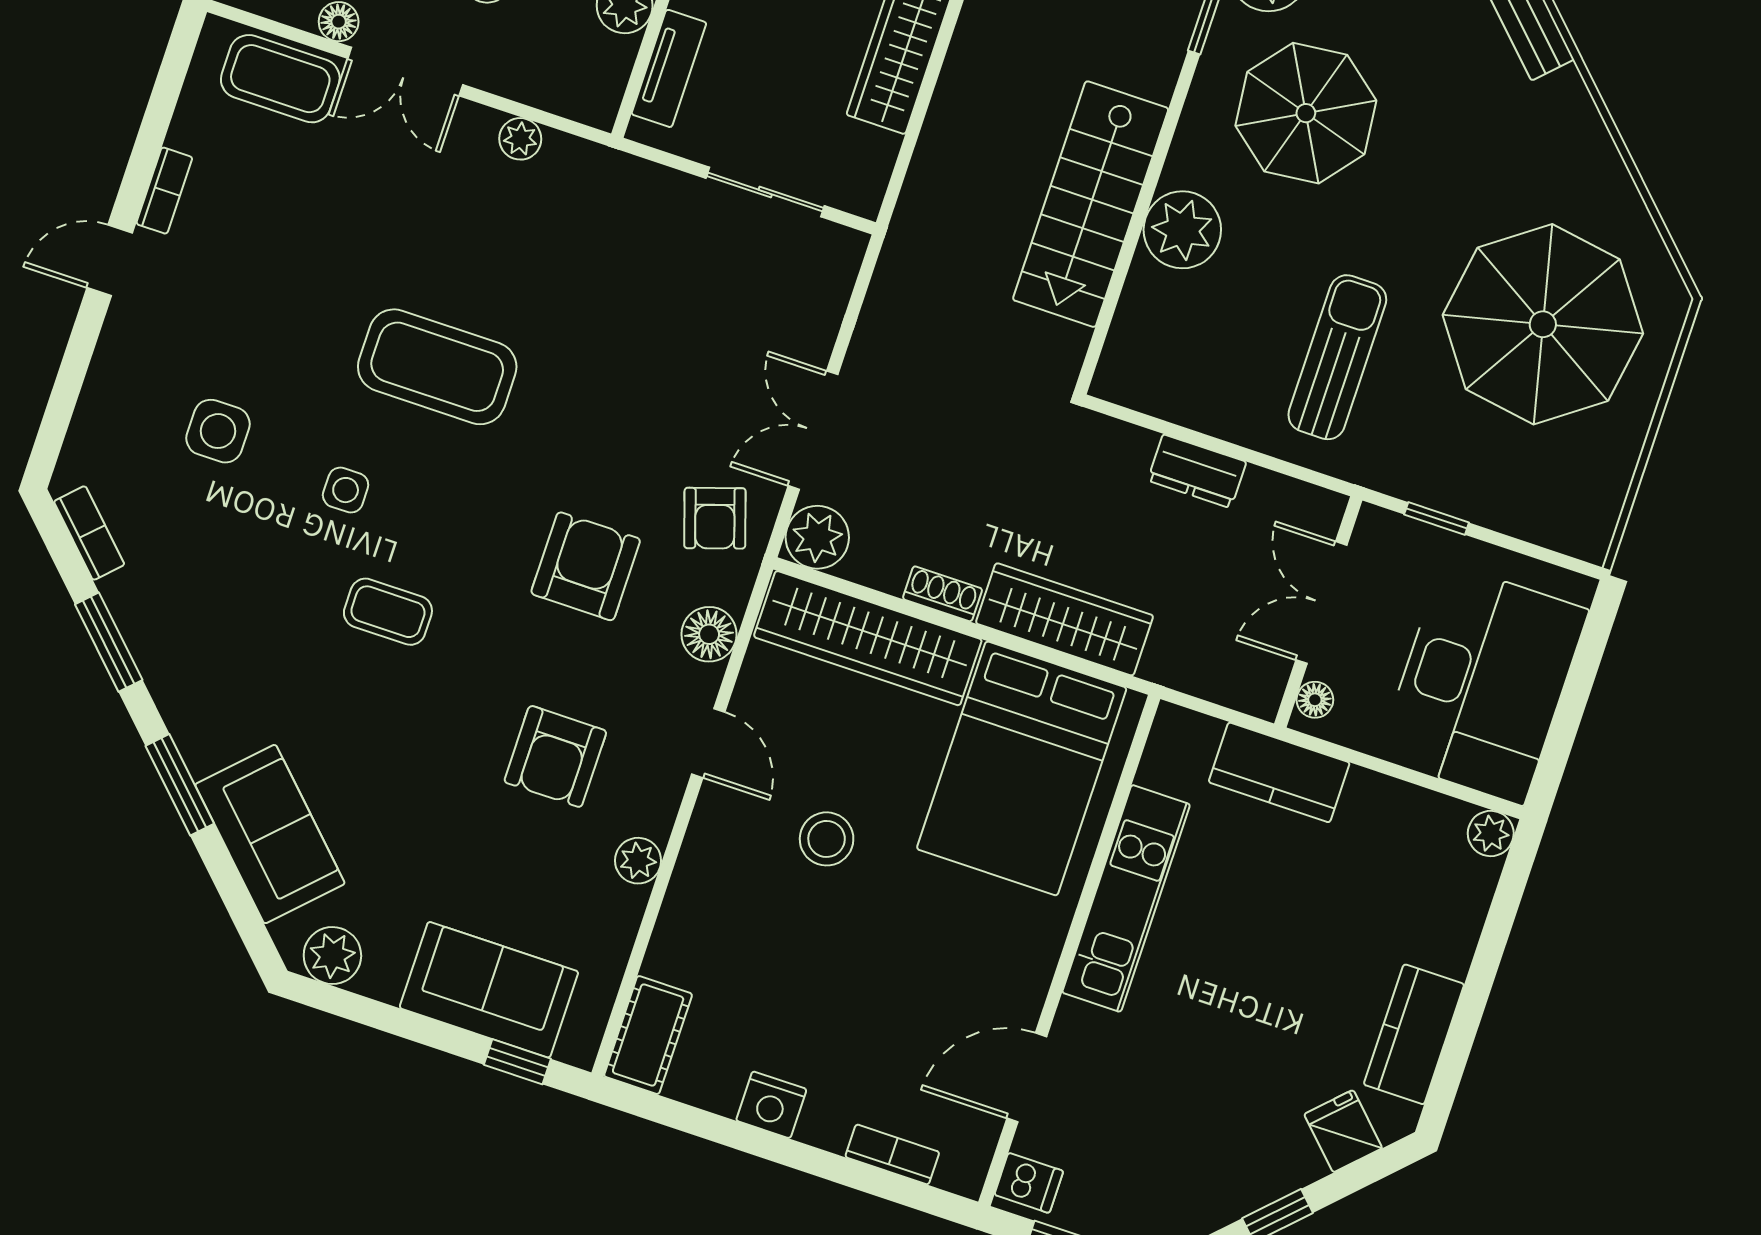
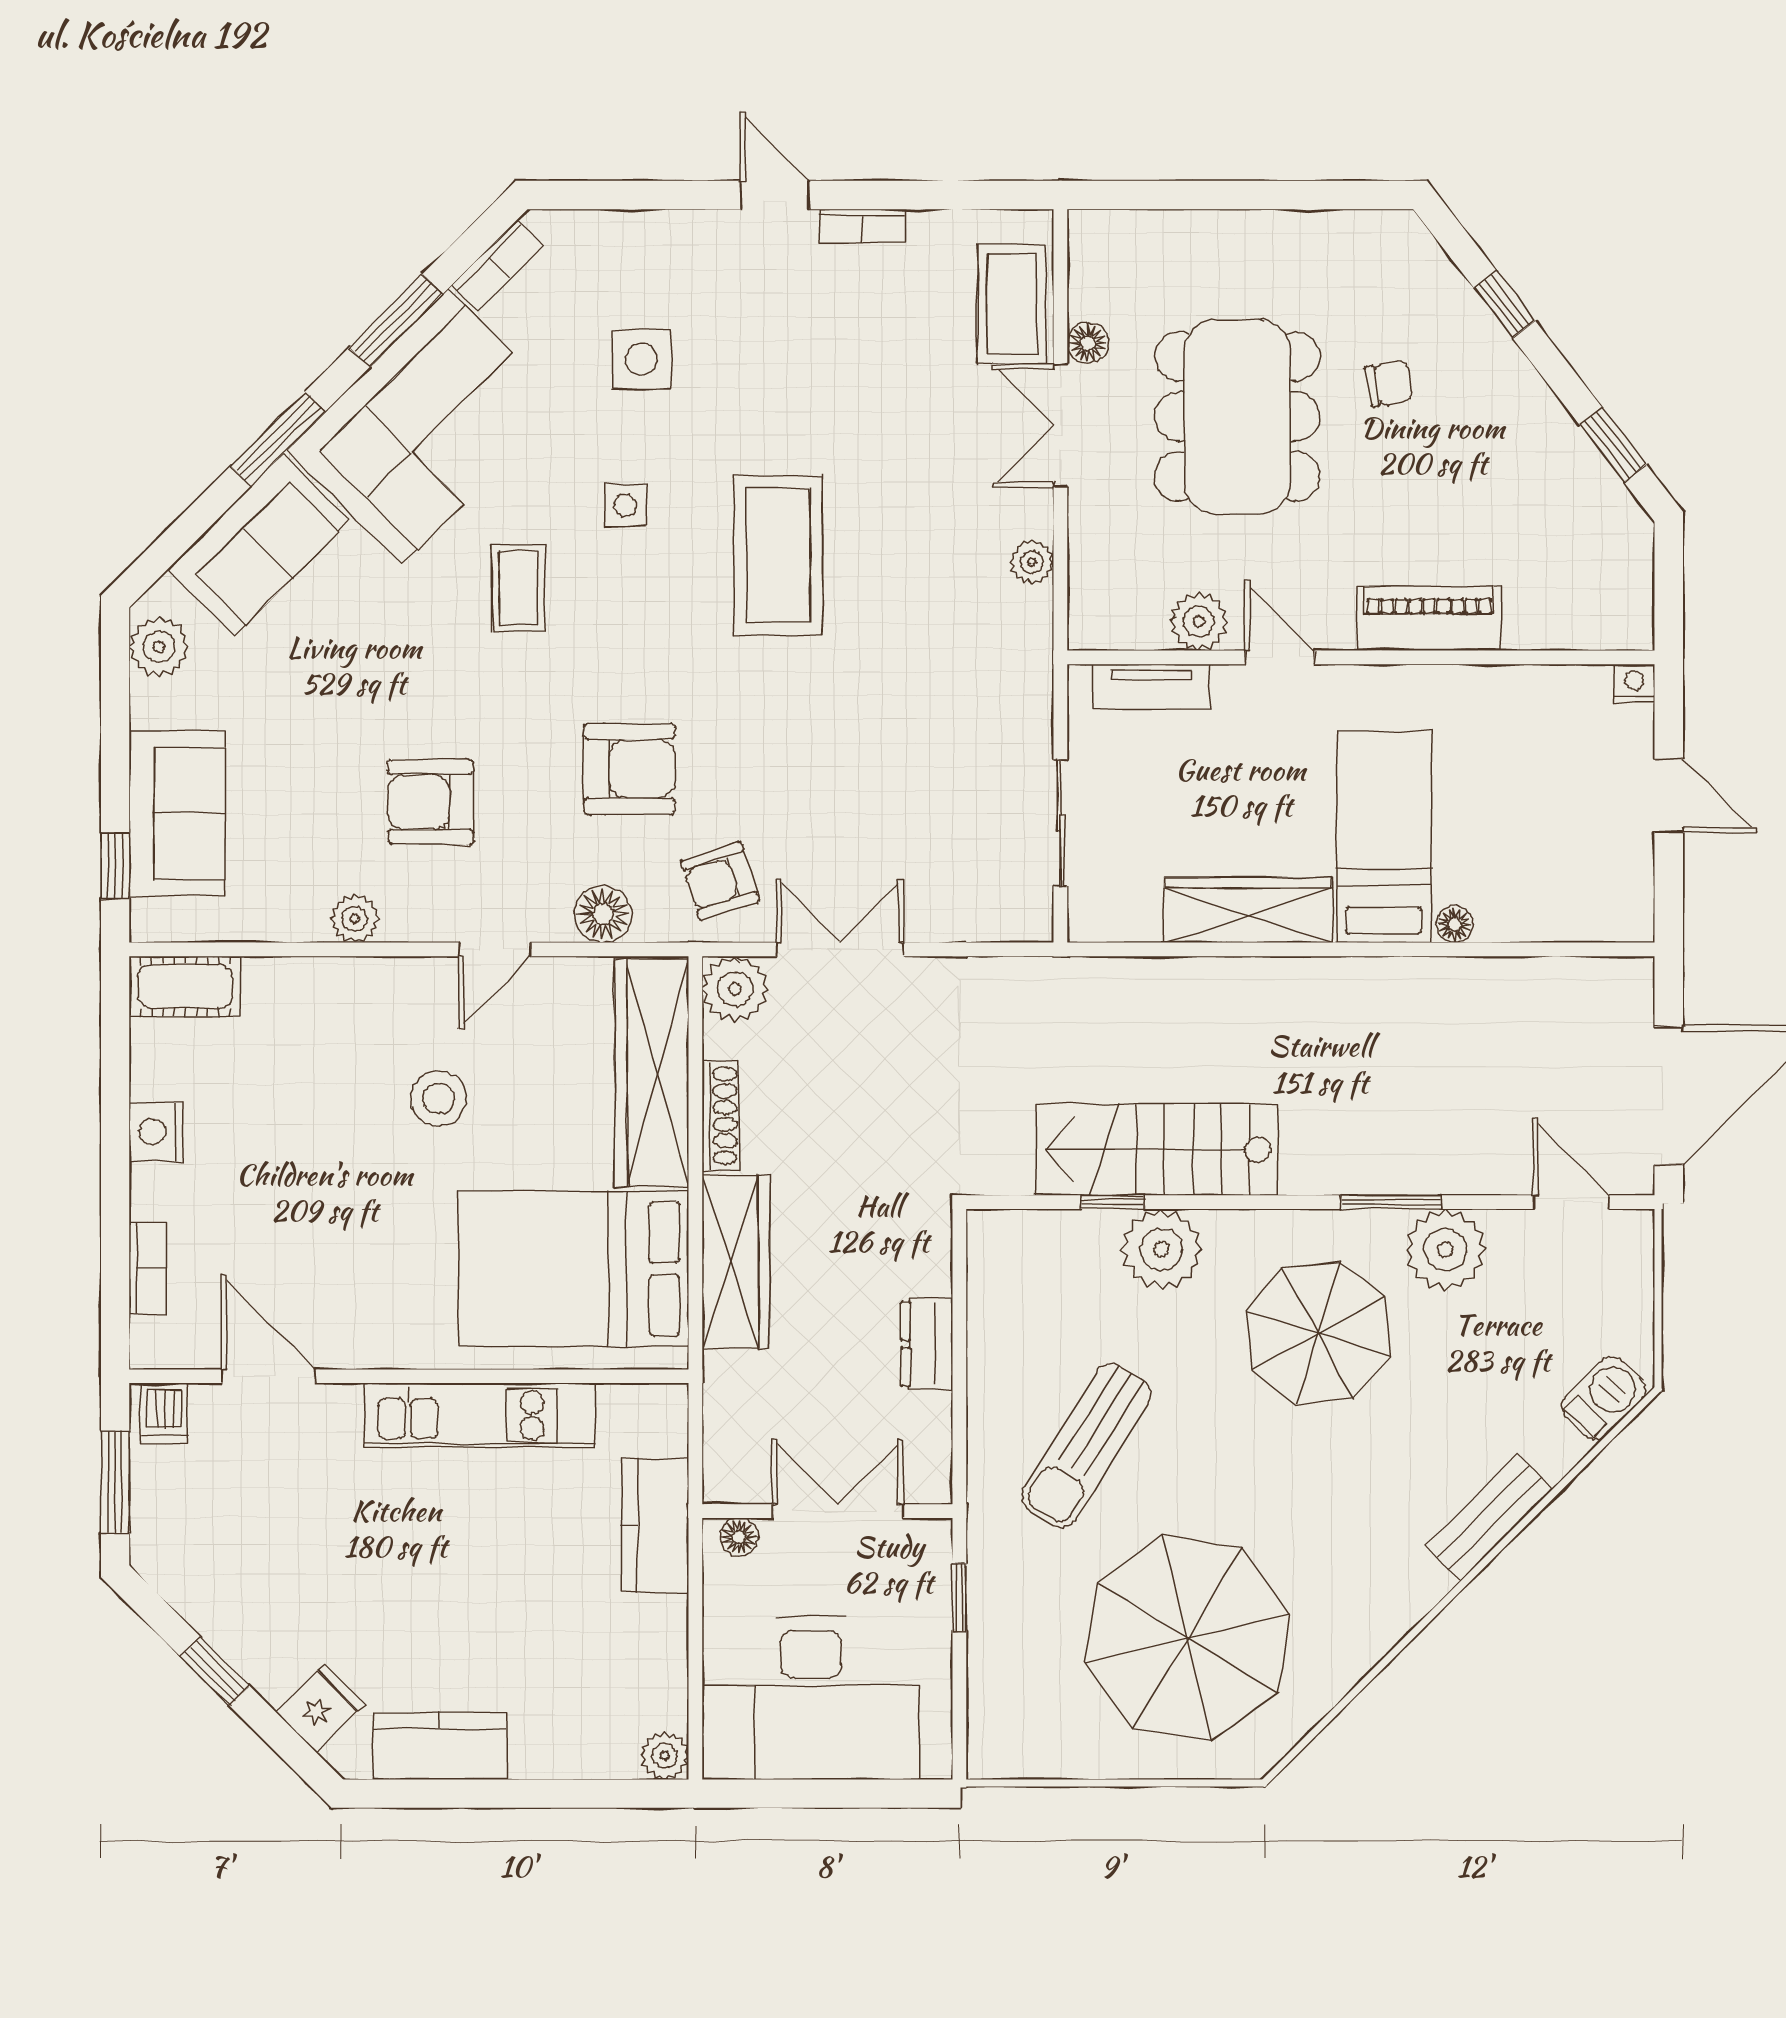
window: (1125, 260) -> (1113, 1202), added
sun lounger: (1337, 357) -> (1086, 1445), turned 122
shoe rack: (943, 594) -> (721, 1116), width x1.43
corner sofa: (214, 648) -> (425, 427), added

